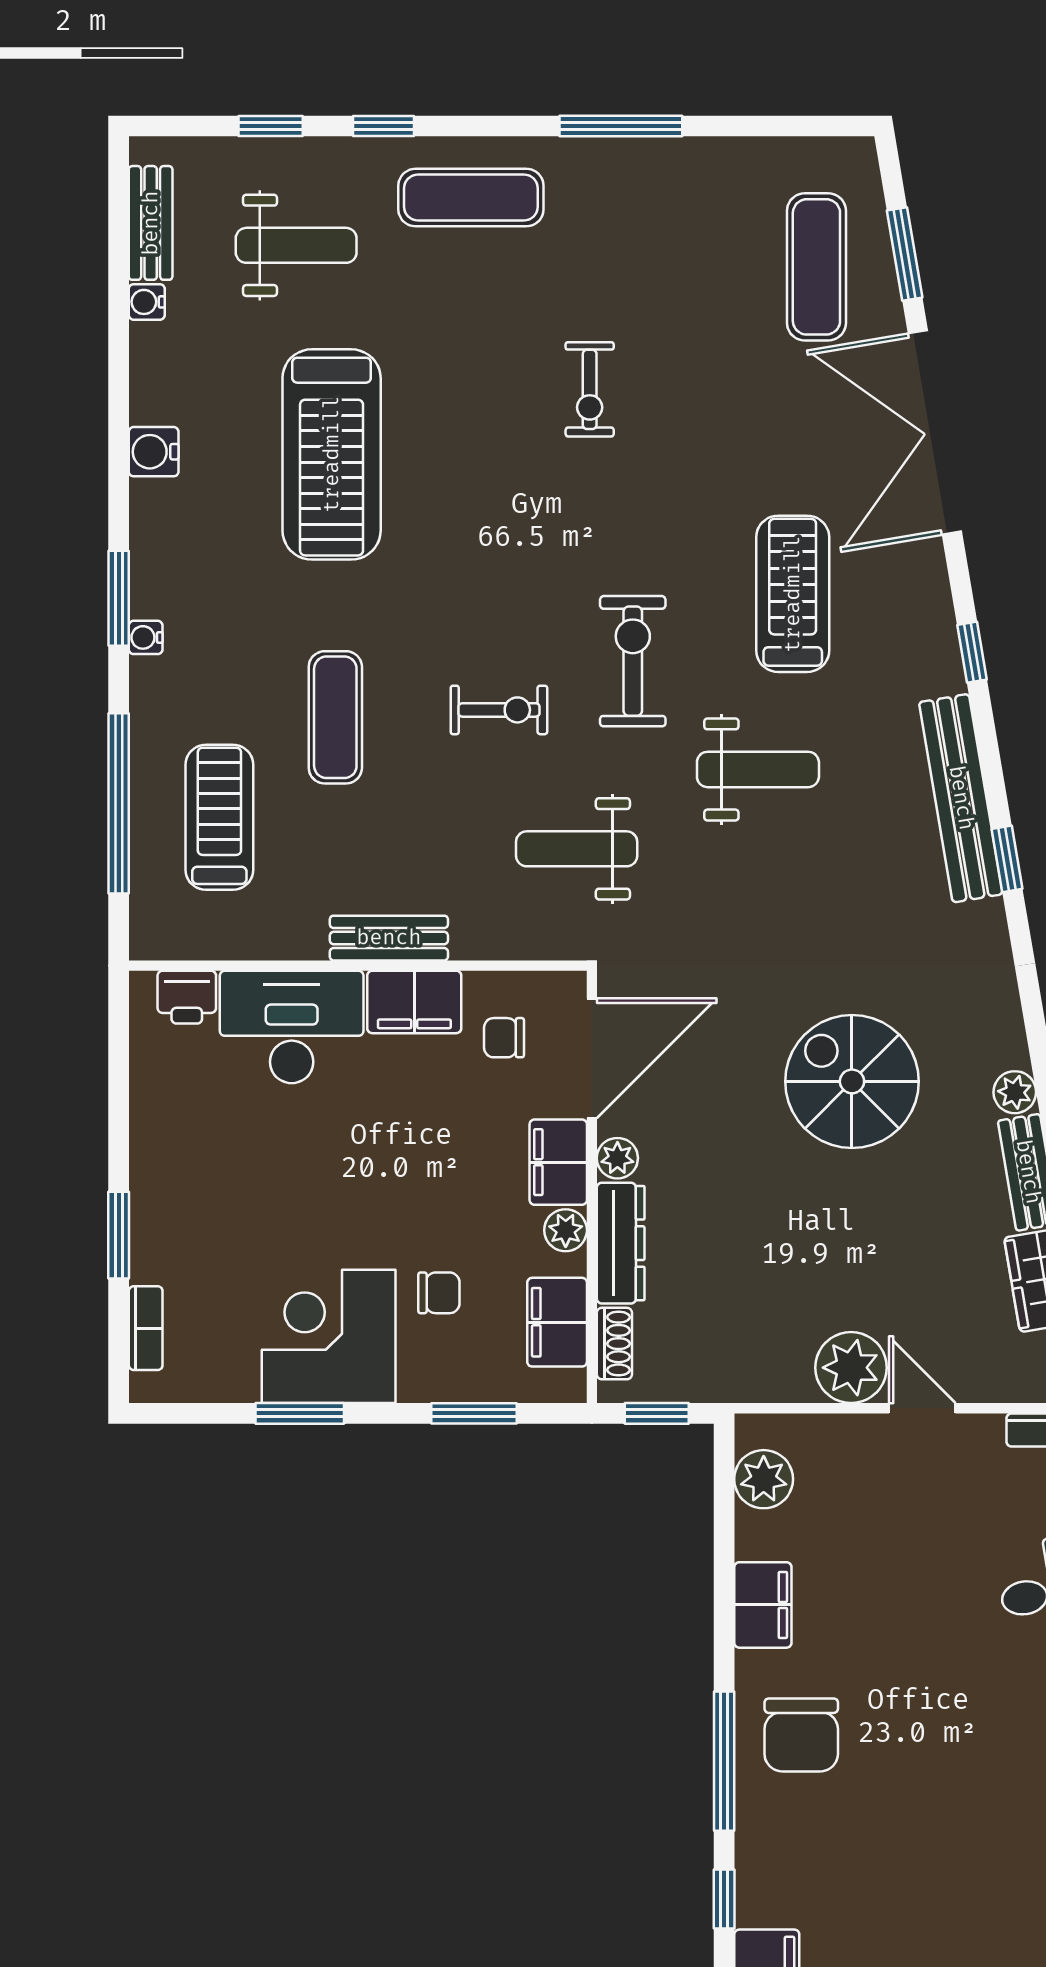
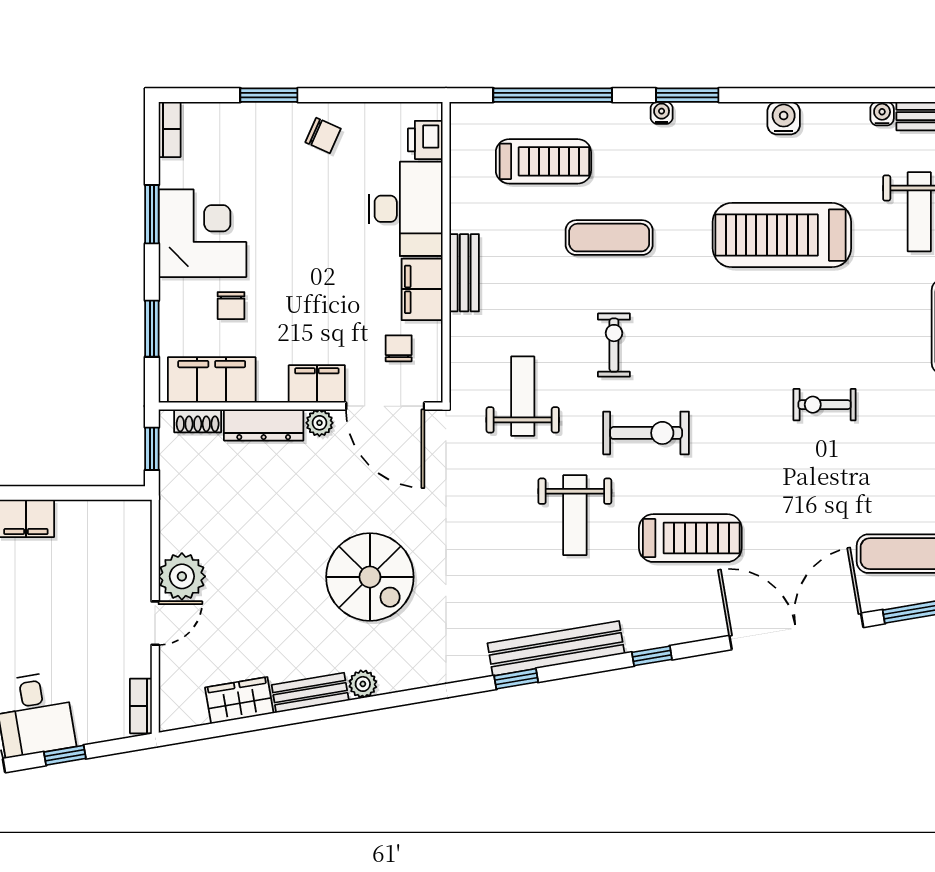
exercise bike: (499, 710) -> (614, 345), turned 180
spiral stairs: (852, 1081) -> (370, 577), turned 90
chair: (180, 1153) -> (323, 135), added
plant: (566, 1230) -> (272, 389), removed
filing cabinet: (557, 1322) -> (212, 380), width x1.50, depth x1.17
bookcase: (146, 1328) -> (170, 129), moved, turned -90
plant: (764, 1479) -> (109, 519), removed

